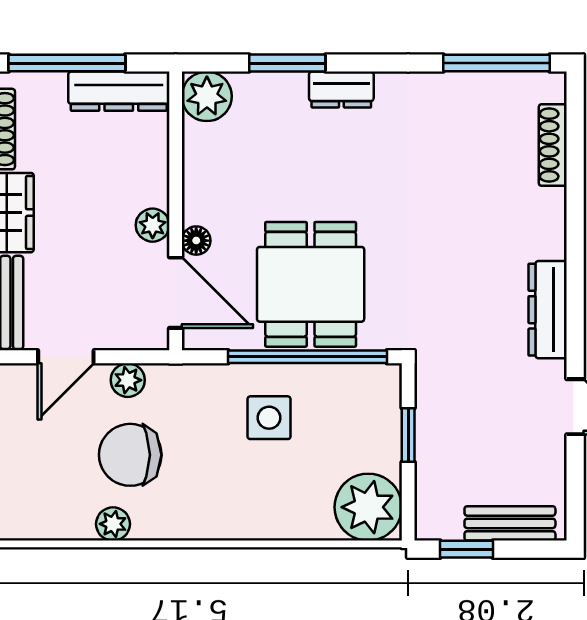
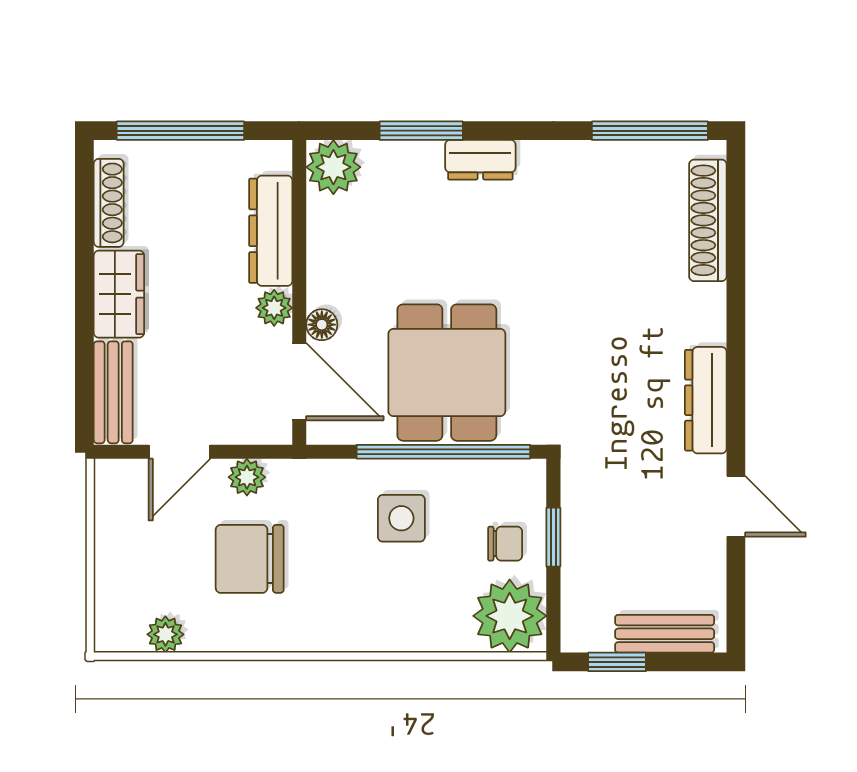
dresser: (119, 91) -> (271, 231), moved, turned 90
shoe rack: (553, 145) -> (708, 220), width x1.36, depth x1.24
chair: (364, 441) -> (505, 544), added
plant: (113, 524) -> (165, 634), moved

